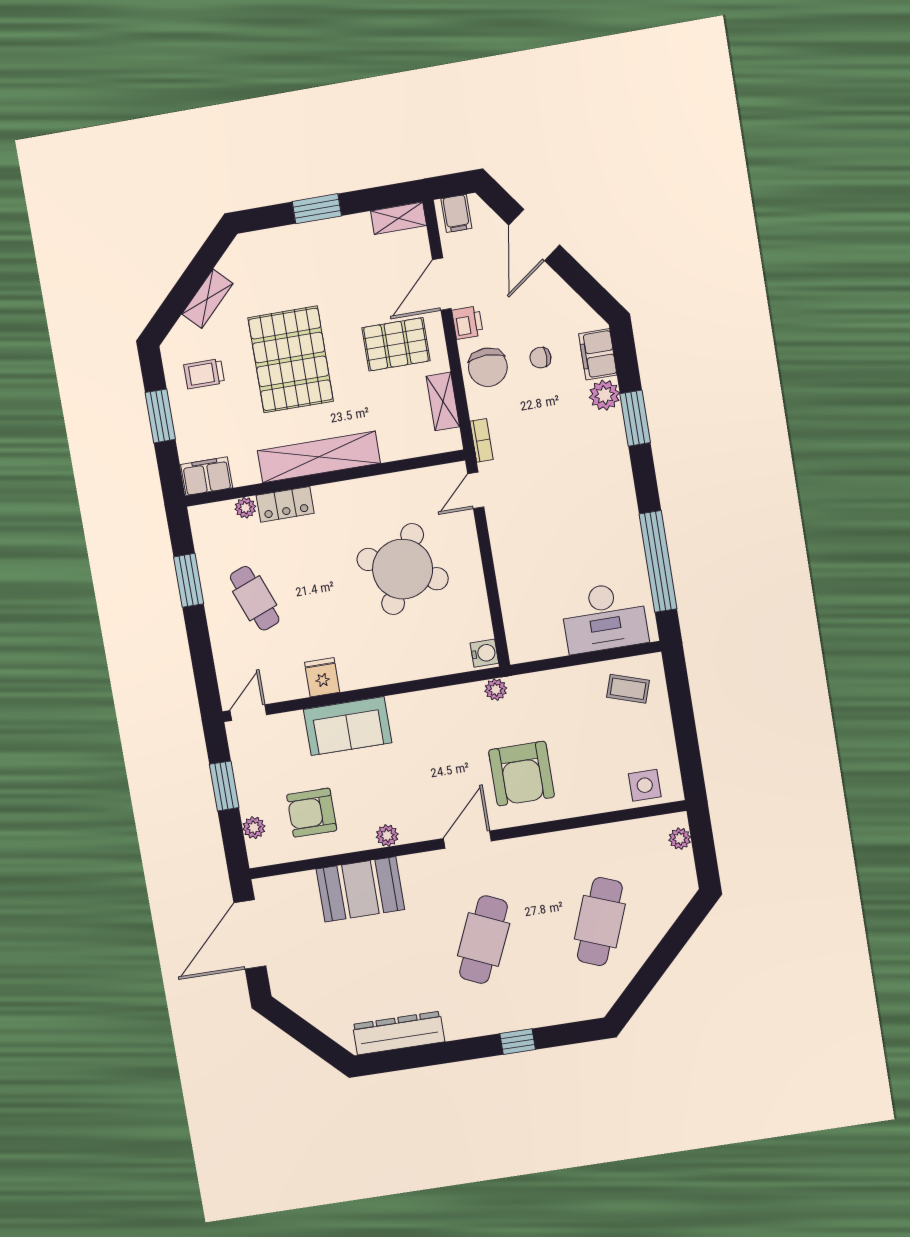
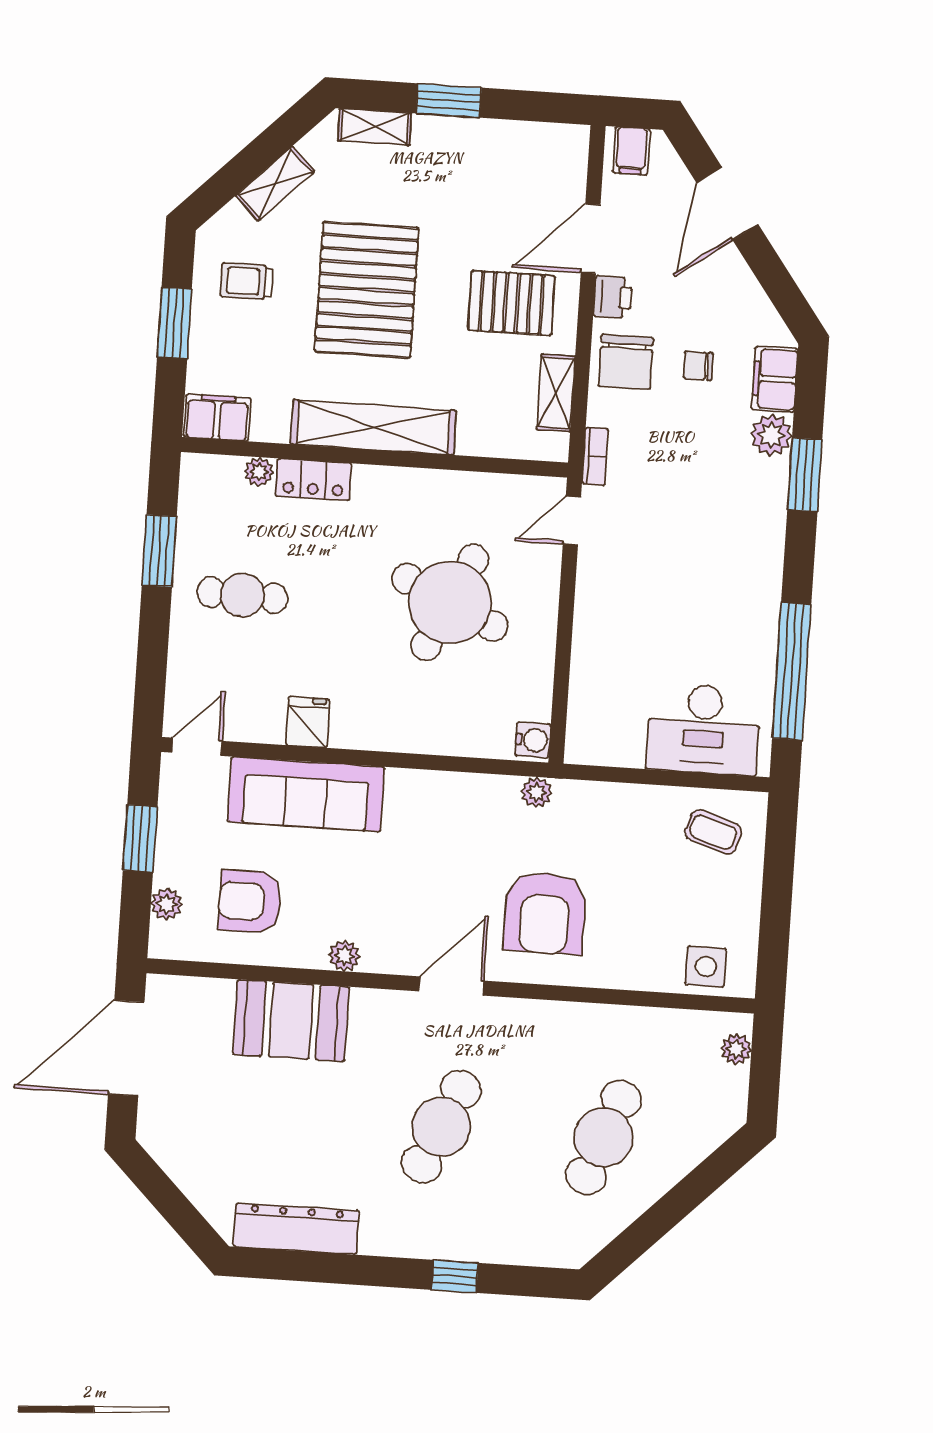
shelving: (399, 218) -> (375, 127), moved
cafe table: (255, 598) -> (242, 595), turned -67
sofa: (348, 726) -> (306, 794), width x1.36

